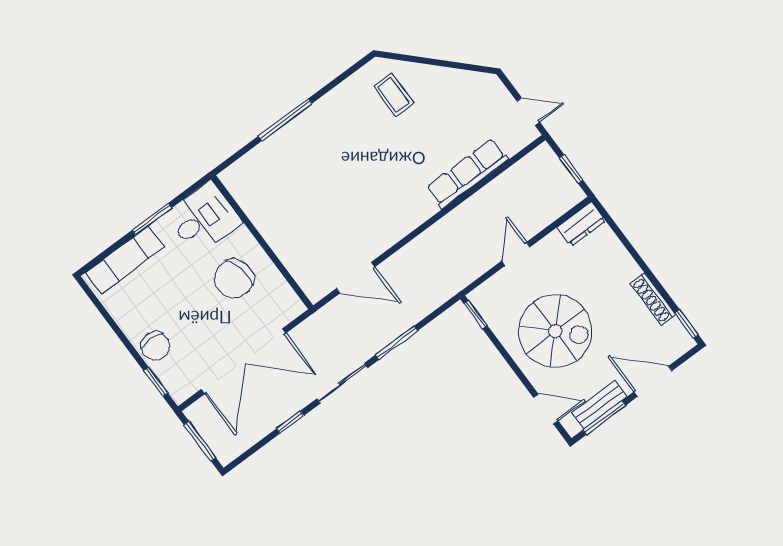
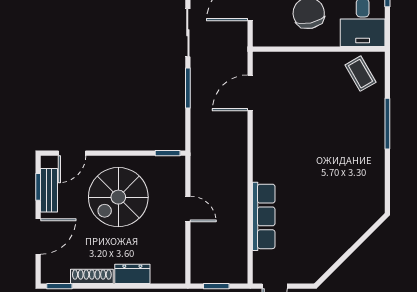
coffee table: (394, 95) -> (360, 74), moved, turned 60
dresser: (581, 224) -> (132, 274), moved, turned 90
window: (604, 418) -> (38, 187), width x0.67

